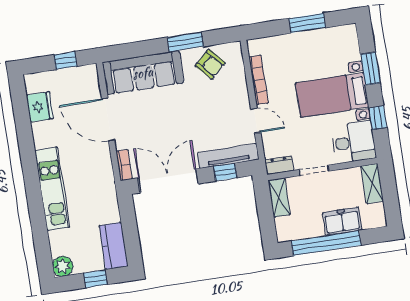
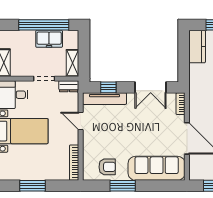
armchair: (210, 64) -> (107, 167), turned 132
bookcase: (259, 80) -> (74, 163), moved
double door: (168, 181) -> (151, 87), width x0.73
freezer: (342, 221) -> (49, 39), moved

